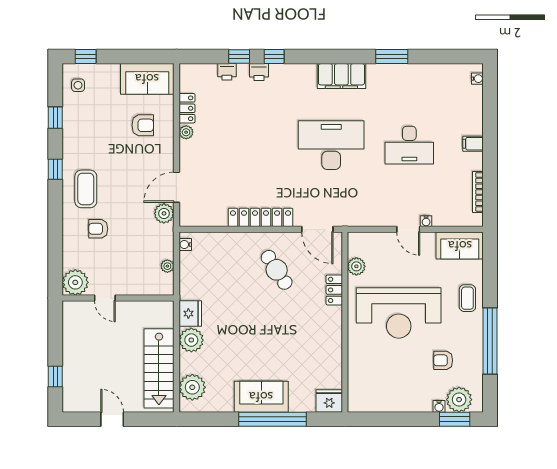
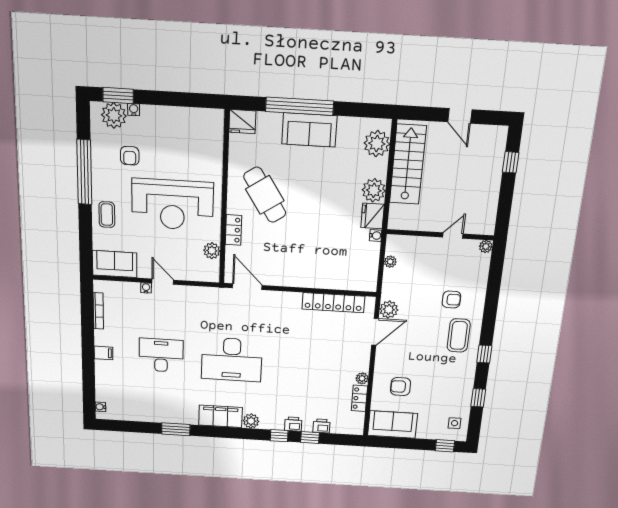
plant: (307, 73) -> (251, 421), added
locker: (261, 217) -> (333, 303), moved
water cooler: (185, 245) -> (376, 236), moved
cafe table: (277, 270) -> (265, 195), moved, width x1.37, depth x1.35
plant: (75, 282) -> (486, 246), width x0.53, depth x0.53
door: (105, 298) -> (453, 235), hinge flipped
reception desk: (399, 313) -> (172, 205), turned 180
armchair: (443, 360) -> (130, 156), turned 90

